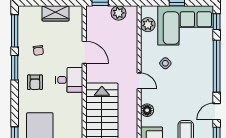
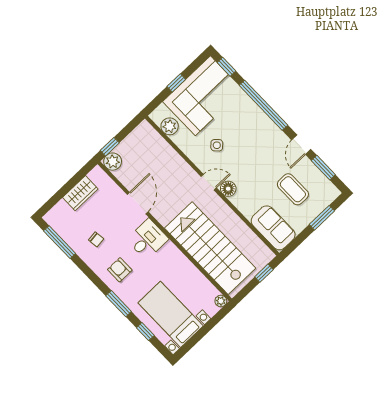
plant: (118, 13) -> (113, 162), moved
door: (84, 52) -> (138, 203), hinge flipped
window: (15, 68) -> (119, 304), moved
armchair: (35, 82) -> (120, 270), turned 180
floor lamp: (147, 110) -> (228, 189), moved

